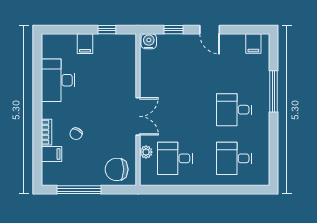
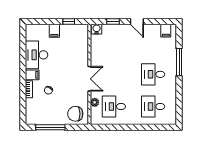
filing cabinet: (51, 154) -> (32, 75), moved

